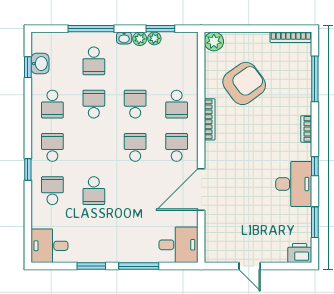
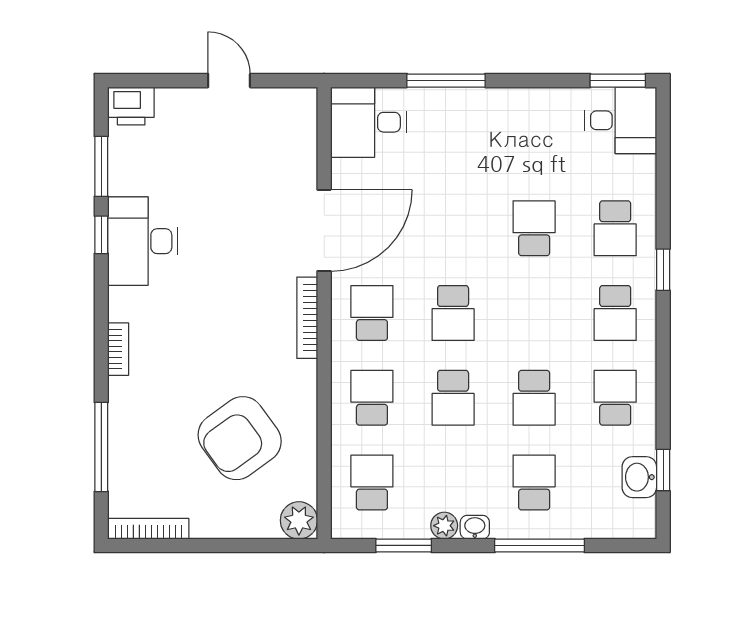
plant: (154, 38) -> (415, 526), removed
school desk: (177, 61) -> (372, 483), added
bookcase: (210, 119) -> (307, 318), moved
school desk: (177, 147) -> (372, 313), turned 180
window: (315, 166) -> (101, 235), moved
window: (91, 266) -> (618, 81), moved

